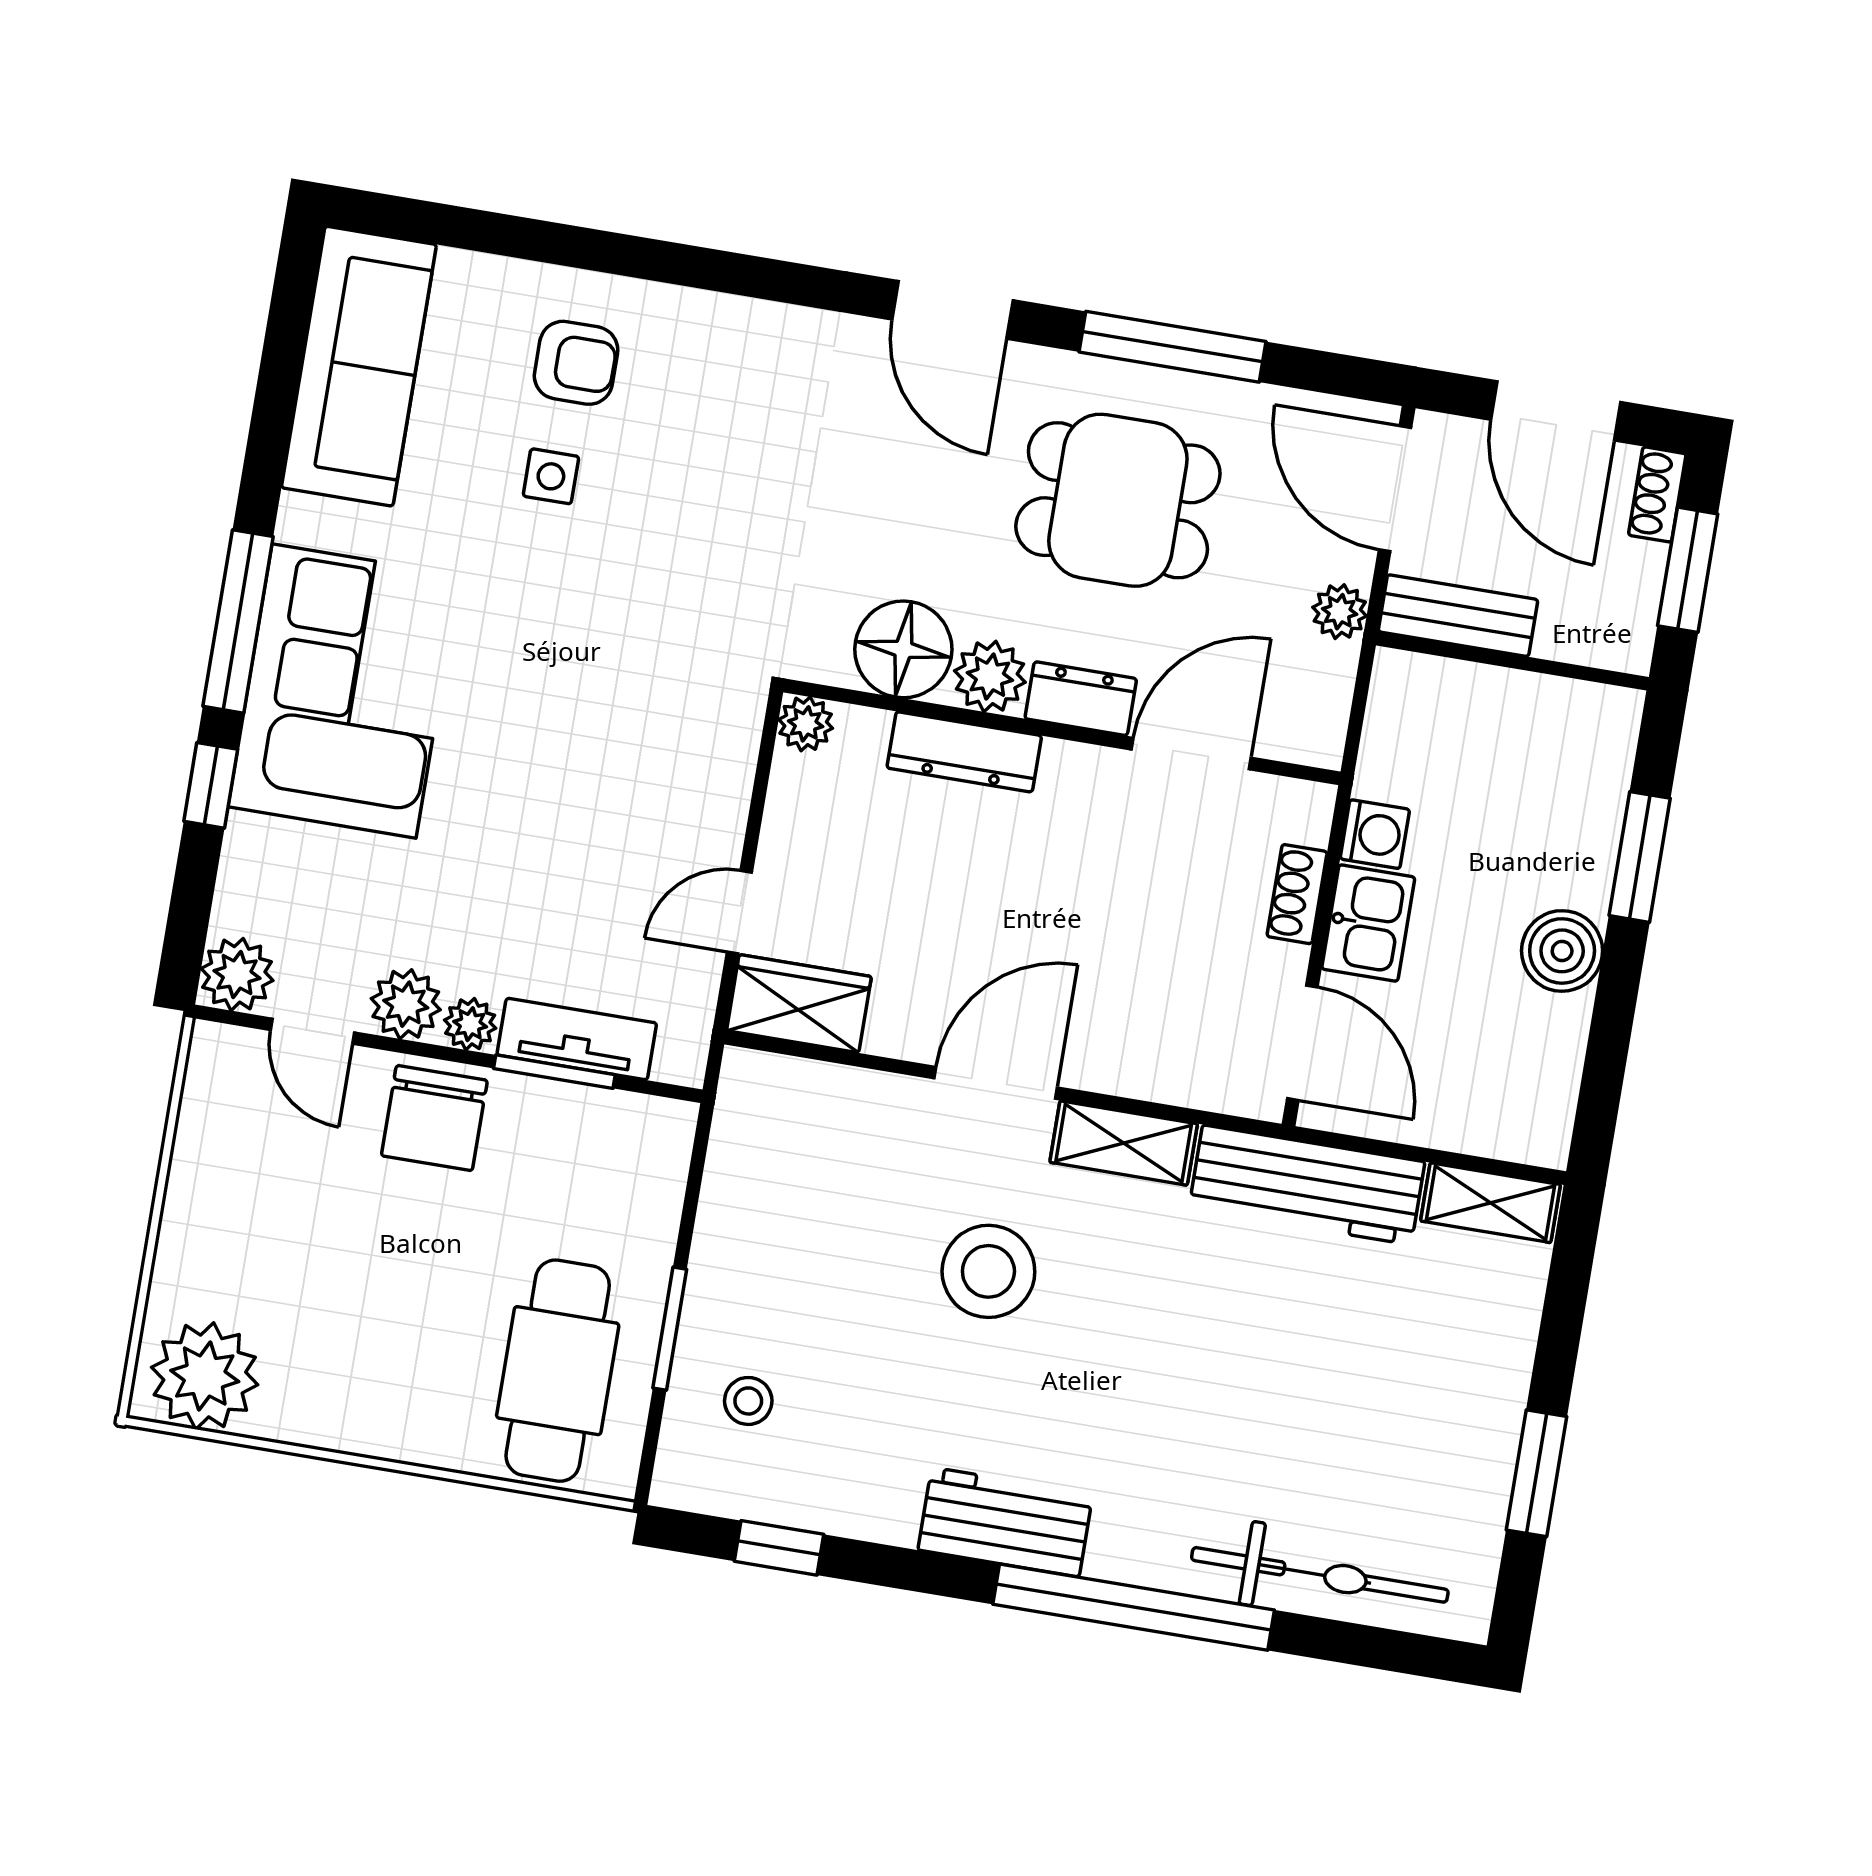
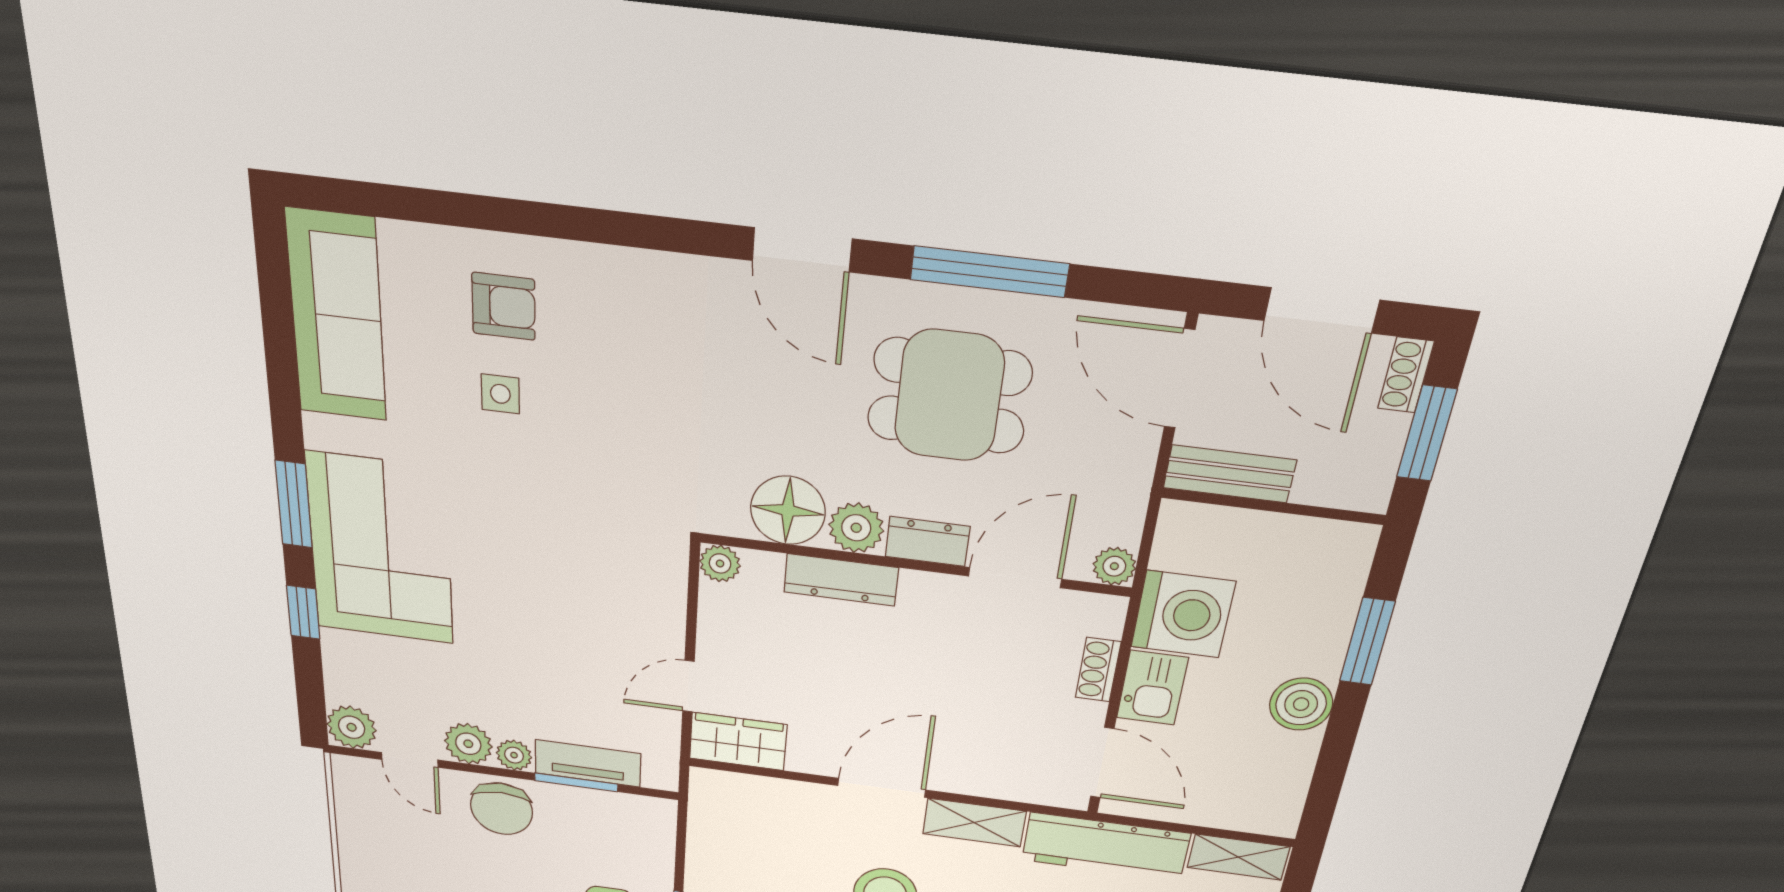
plant: (1340, 612) -> (1114, 566), moved
window: (238, 621) -> (294, 504), width x0.69
washing machine: (1375, 834) -> (1183, 614), width x1.89, depth x1.89

